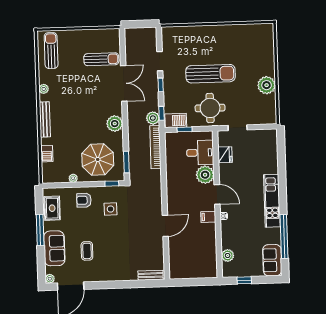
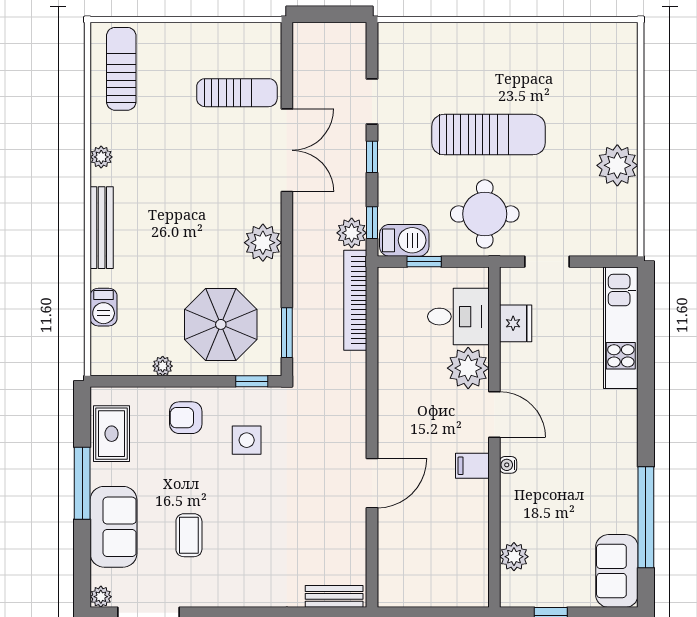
kitchen unit: (272, 201) -> (621, 328), moved

